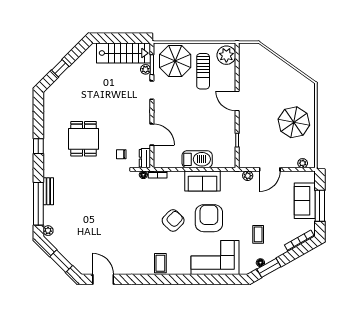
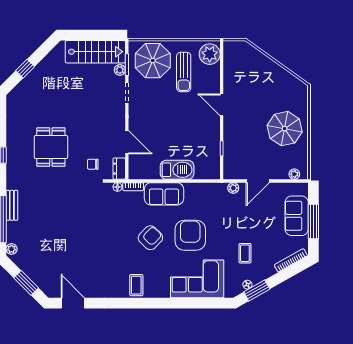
sofa: (202, 181) -> (164, 194), moved

